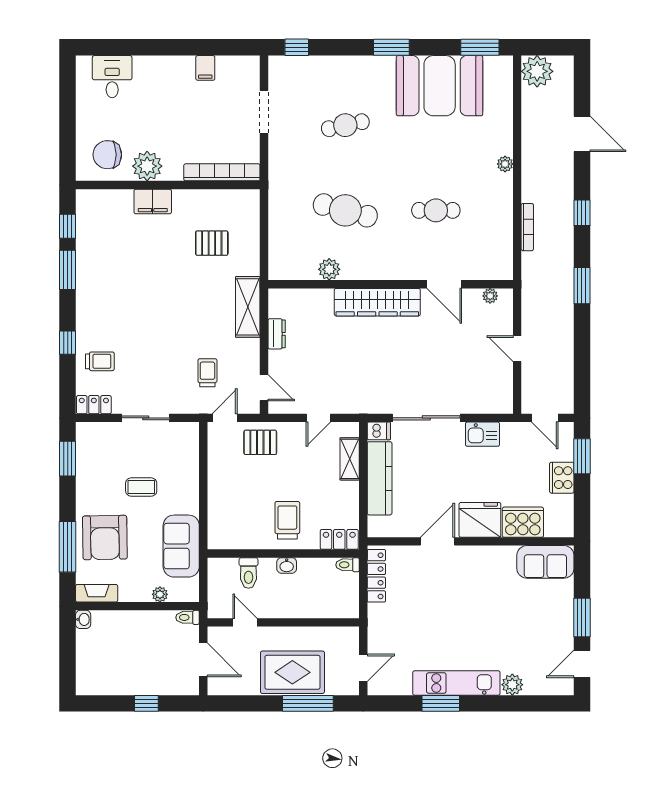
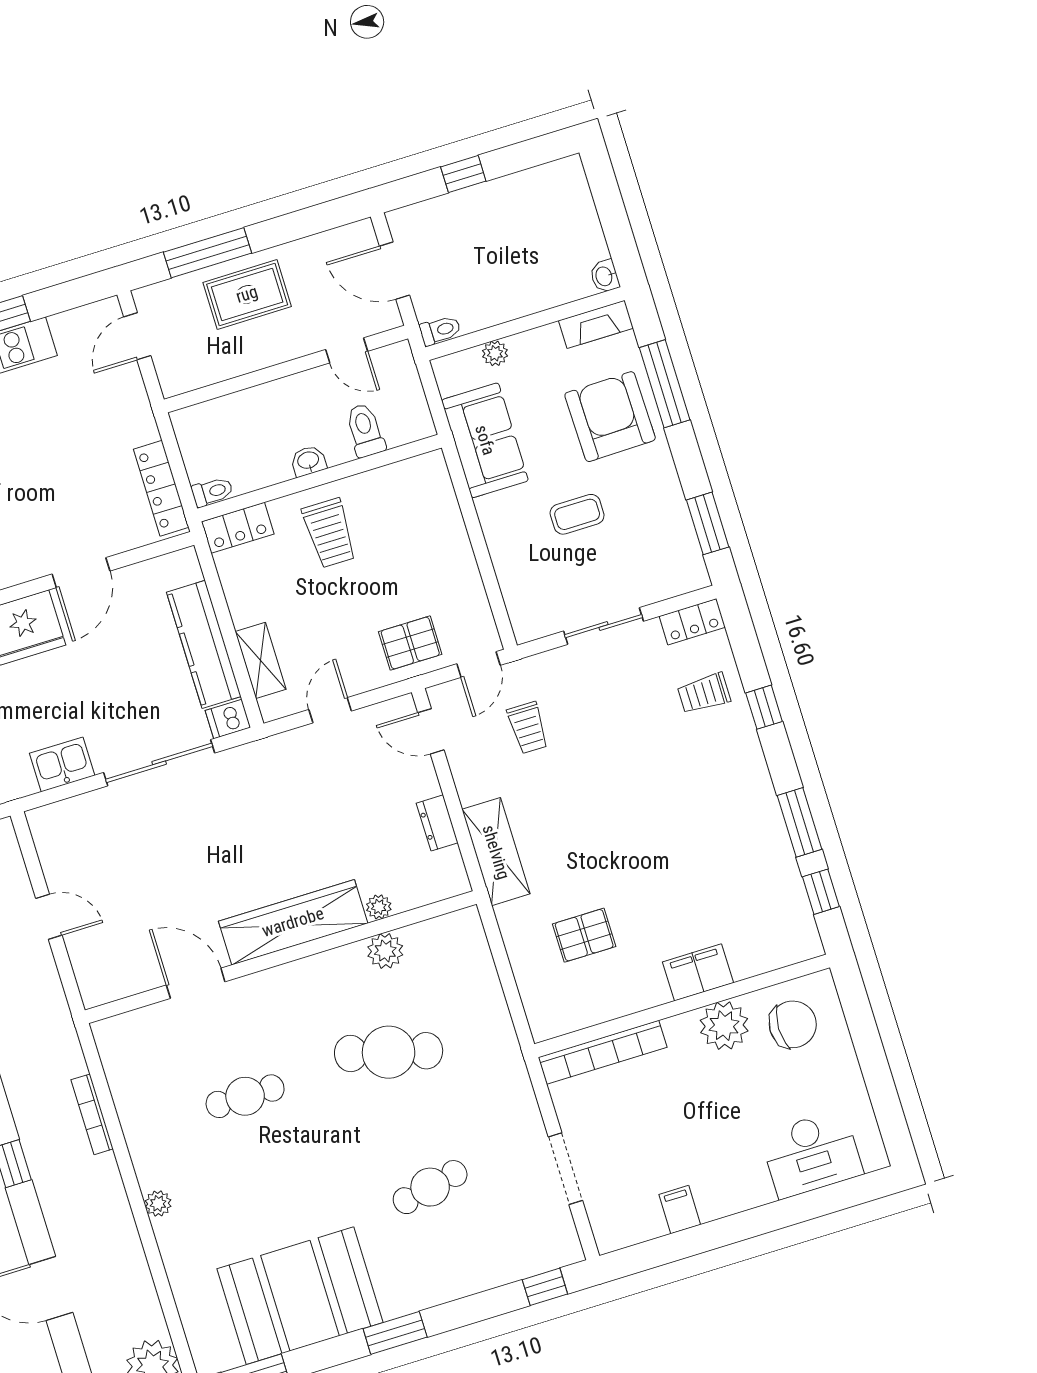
desk: (112, 77) -> (812, 1154), width x1.37
plant: (490, 296) -> (379, 907), moved
rug: (292, 672) -> (247, 294), width x0.73, depth x0.70

